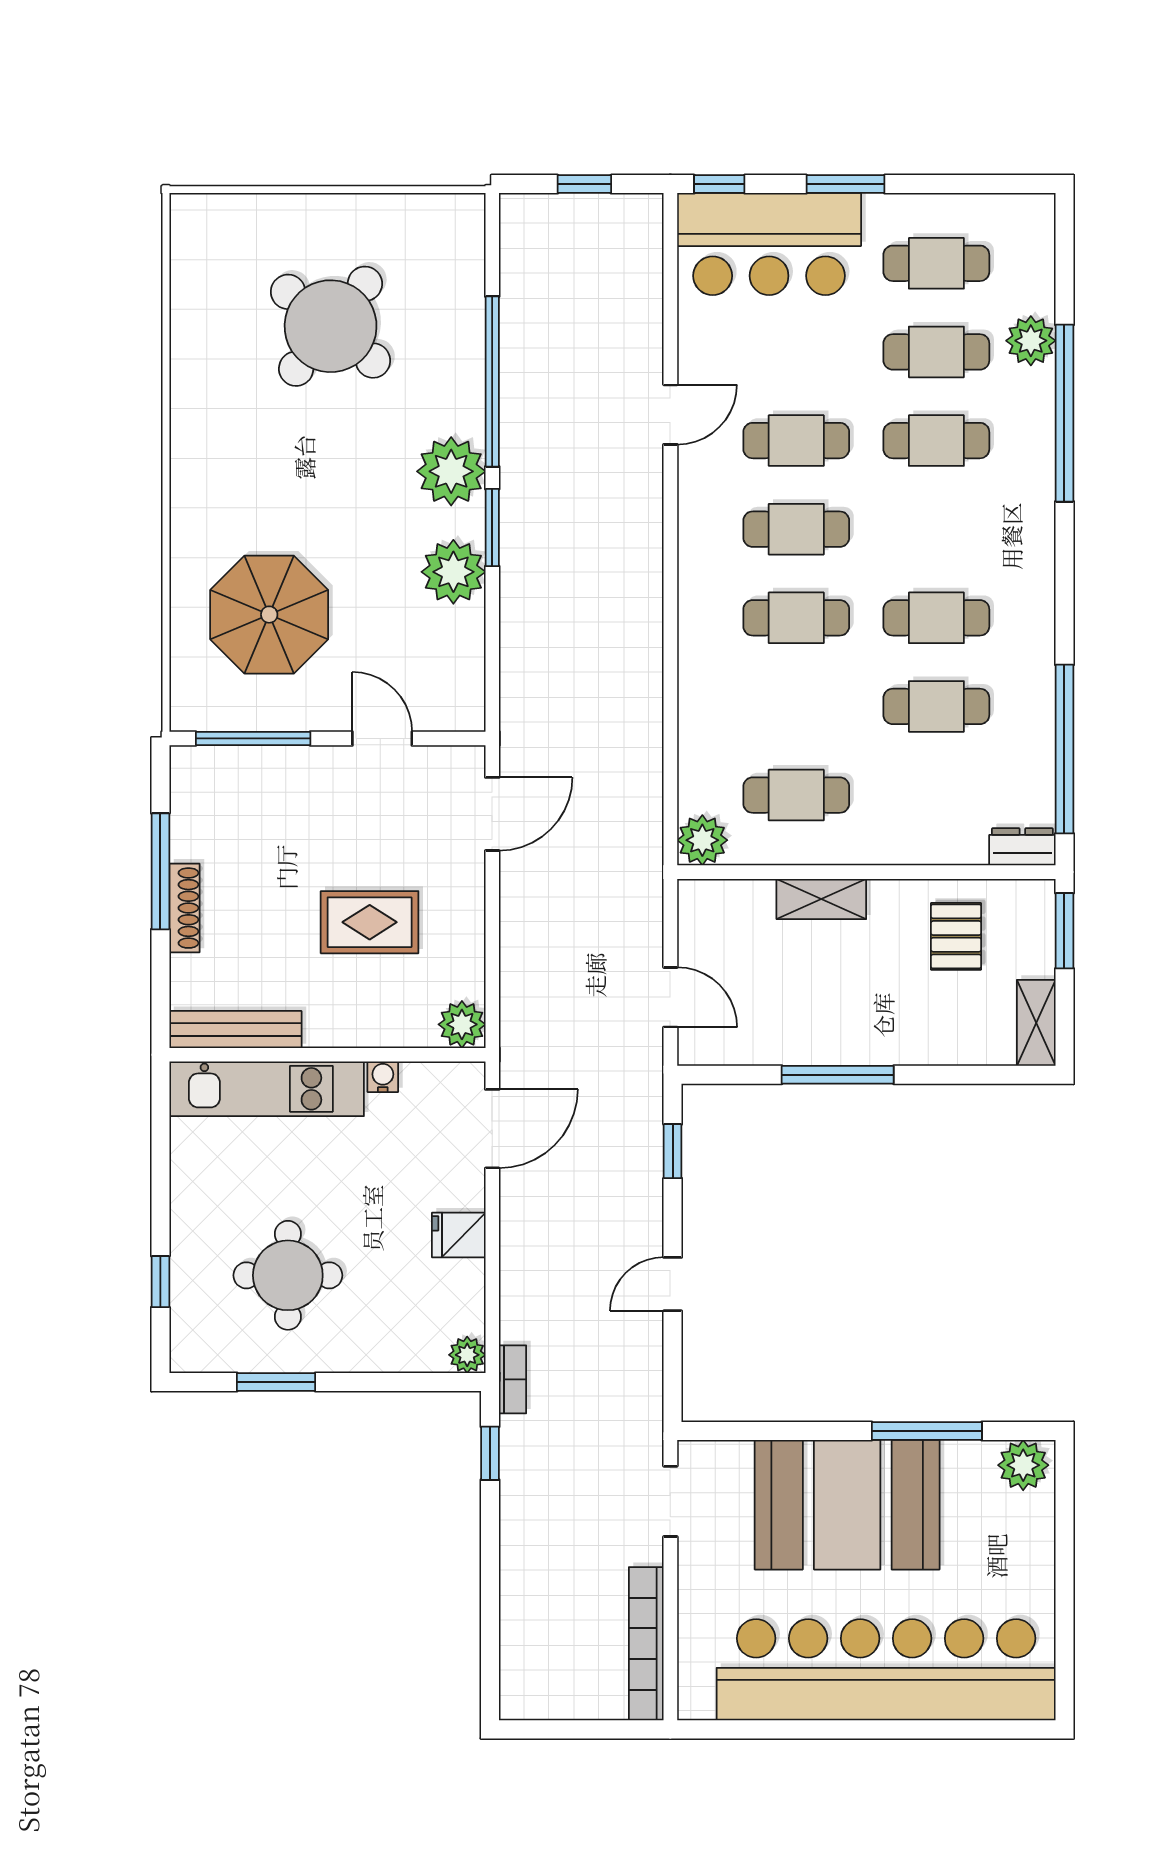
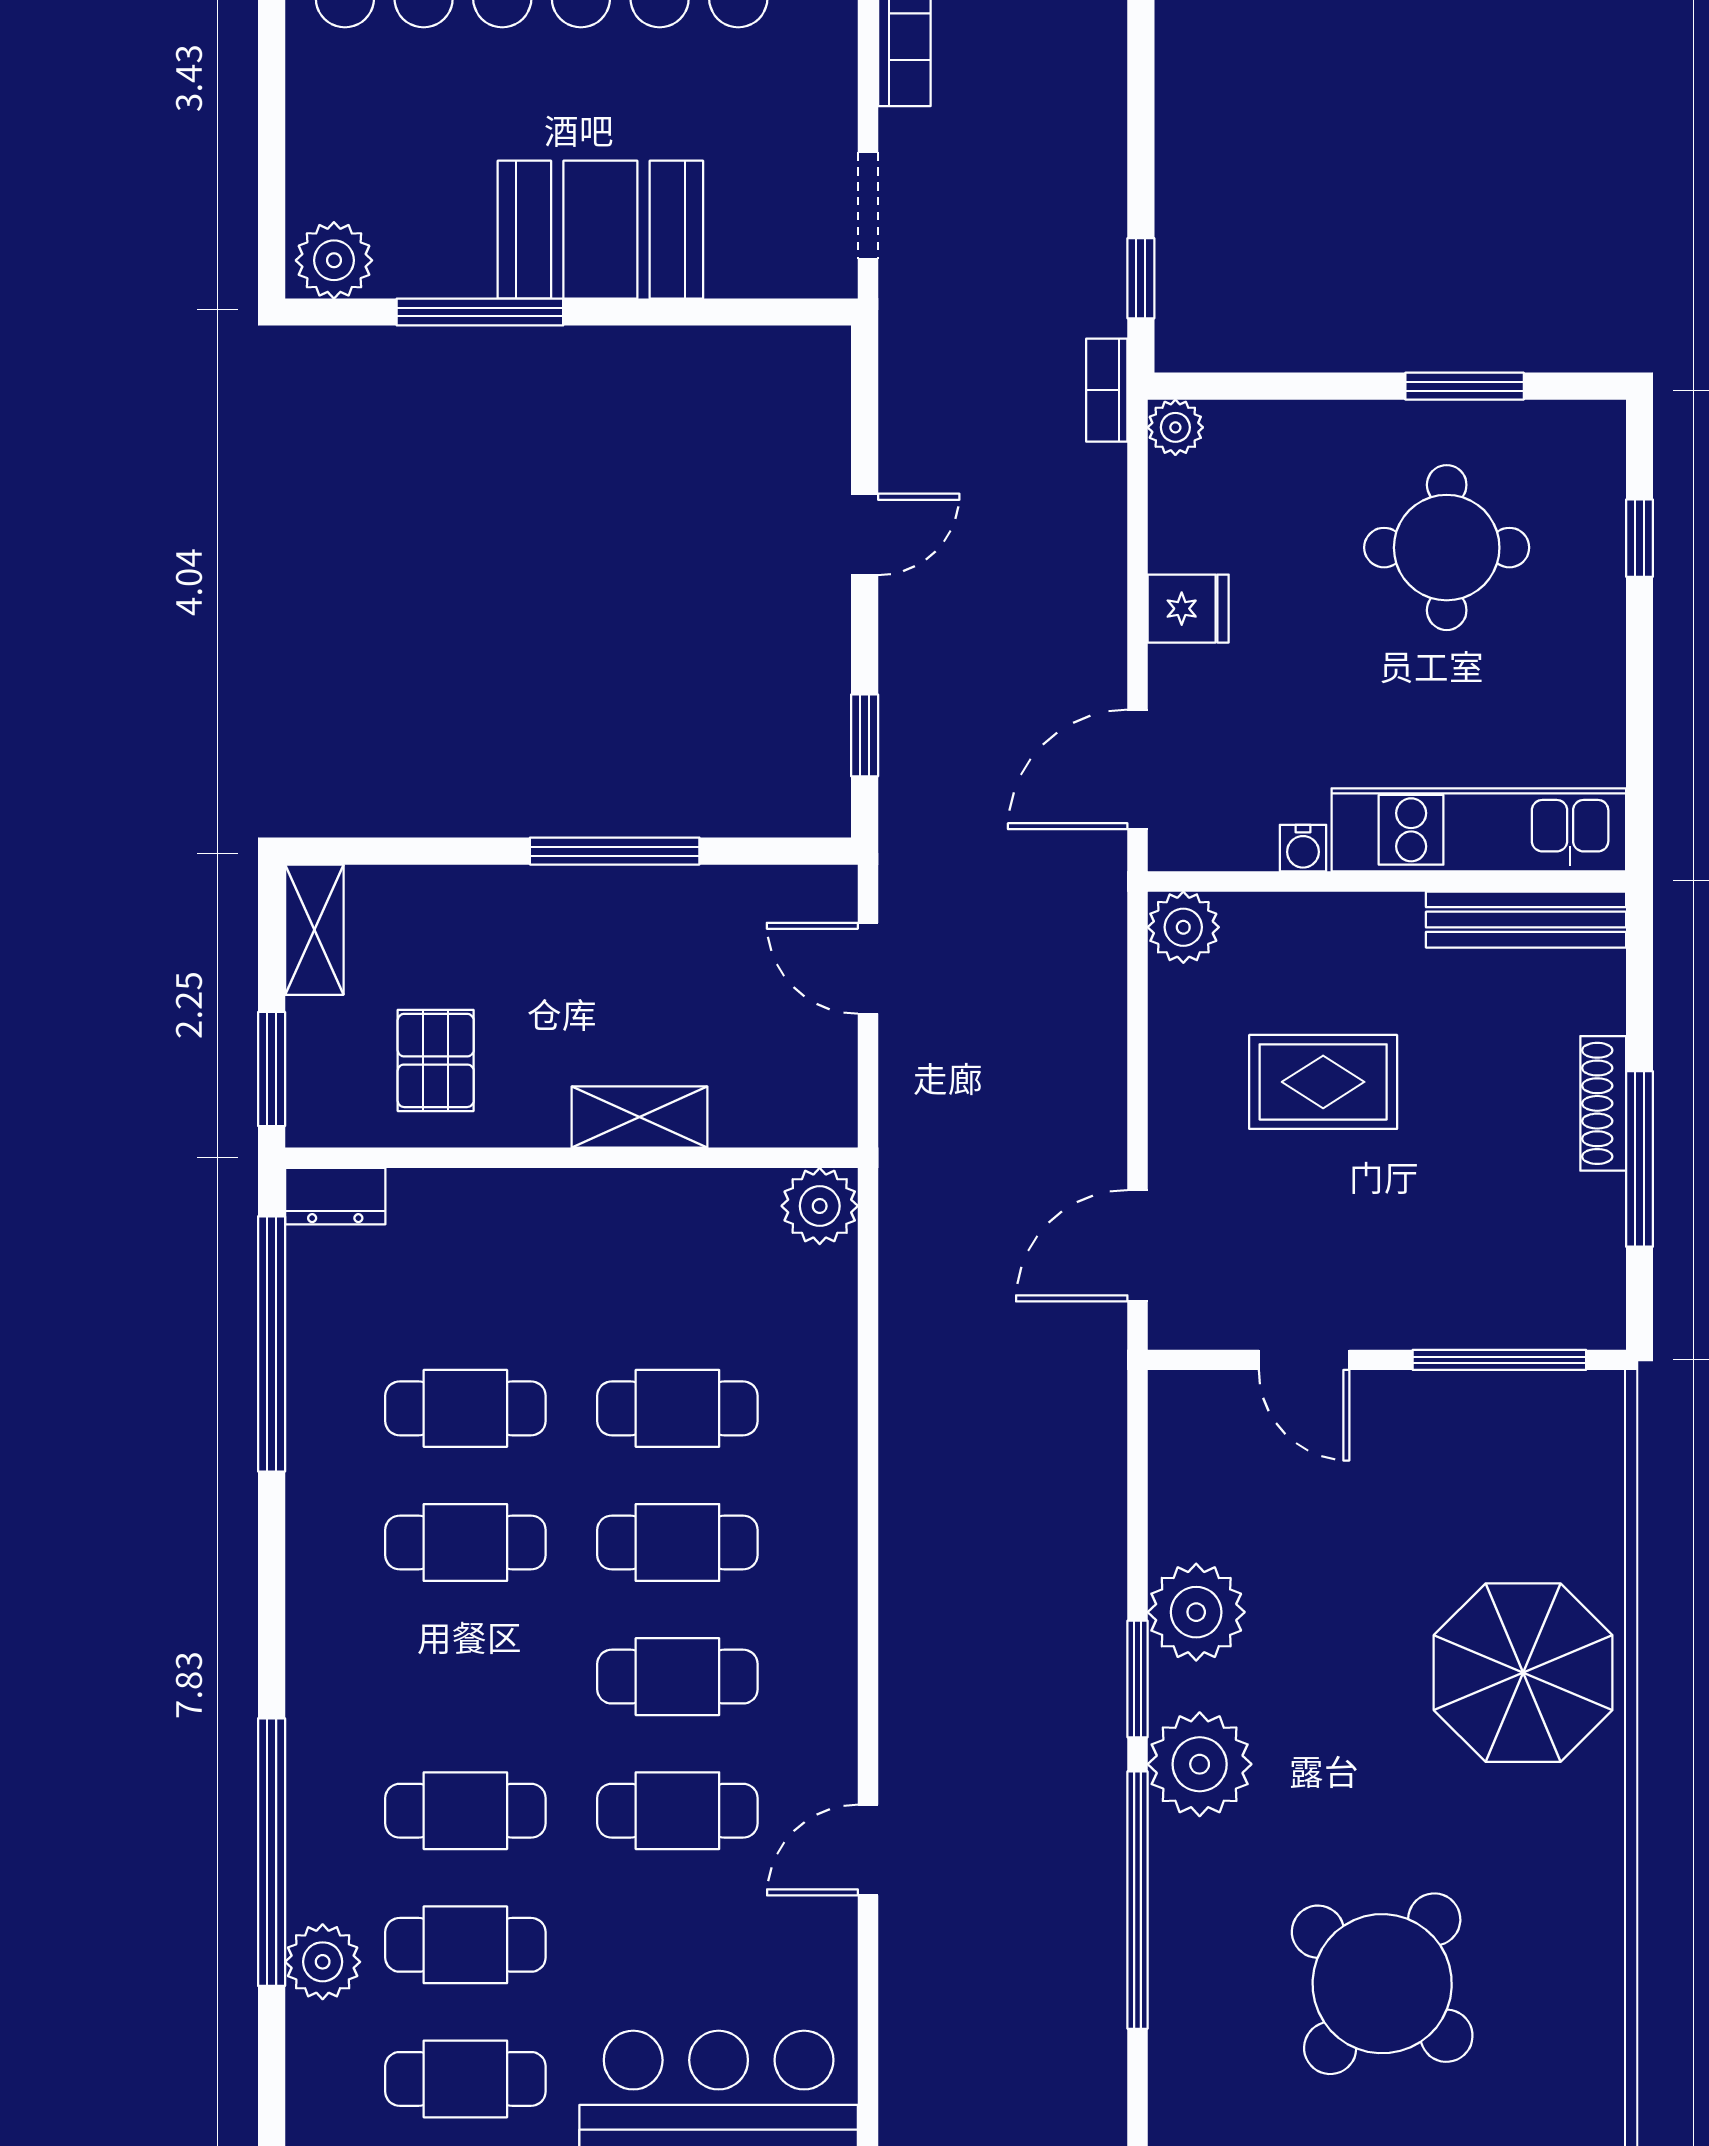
parasol: (269, 615) -> (1523, 1673), moved
cafe table: (796, 795) -> (677, 1408), moved
booth: (847, 1505) -> (600, 230), width x0.73, depth x0.70

